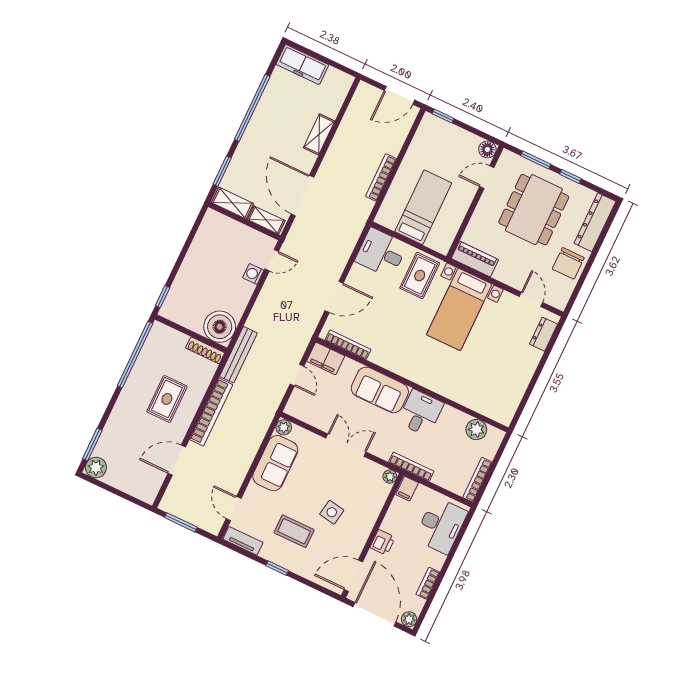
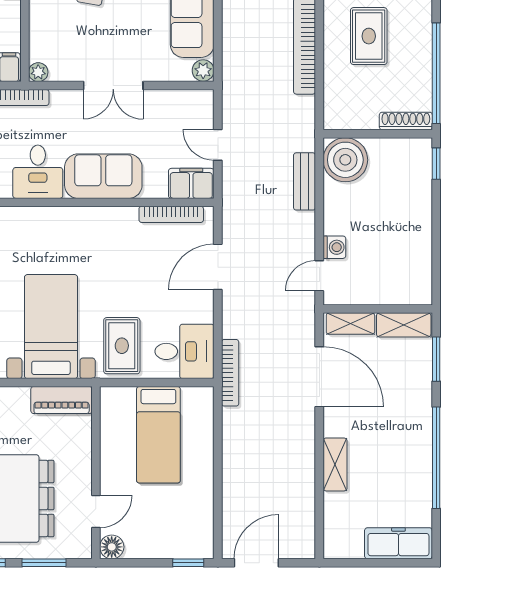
bookcase: (381, 178) -> (230, 373), moved
shoe rack: (205, 350) -> (406, 121), moved
bench: (238, 355) -> (305, 181), moved, width x0.73

